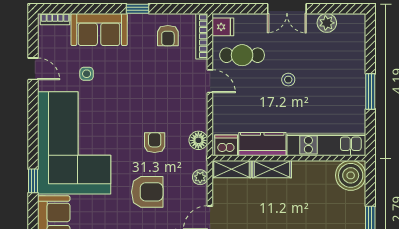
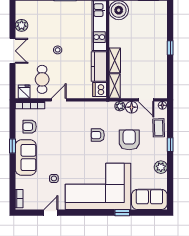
sofa: (99, 30) -> (26, 157), moved
armchair: (168, 36) -> (30, 127), turned 180
floor lamp: (198, 140) -> (132, 107), moved

